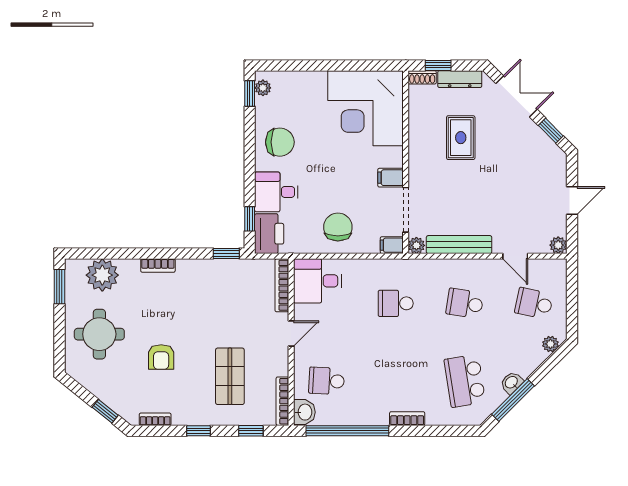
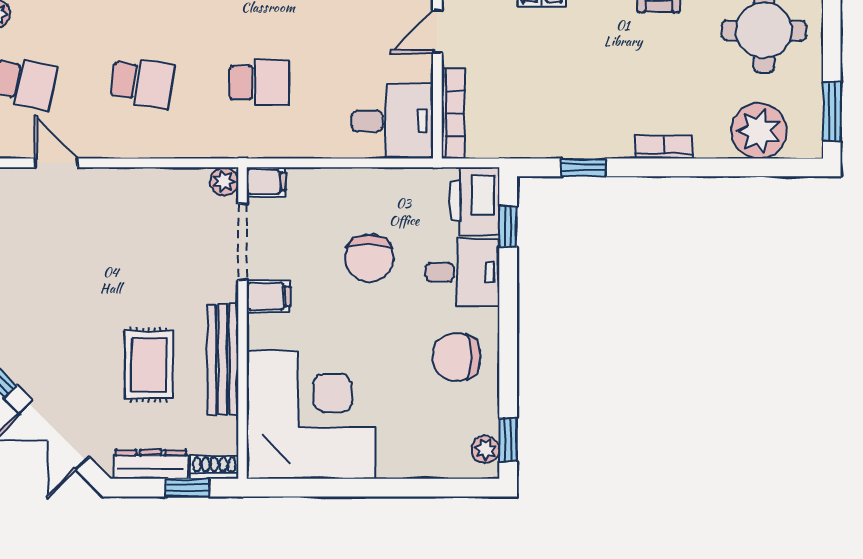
chair: (338, 227) -> (369, 258), moved
bench: (459, 245) -> (223, 359), moved, turned 90
window: (226, 254) -> (583, 167), moved

